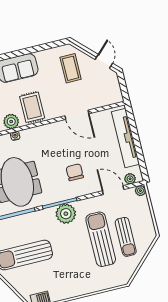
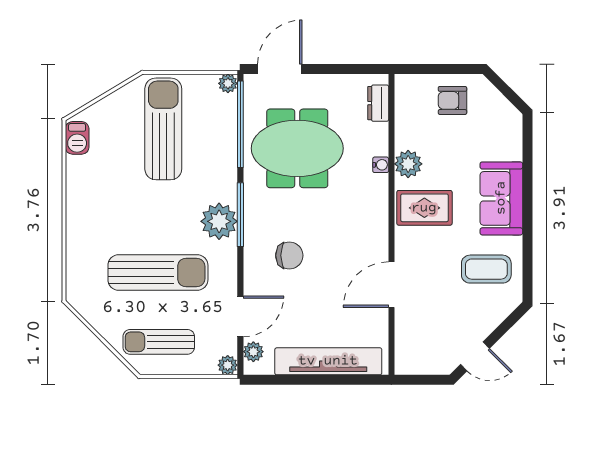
coffee table: (71, 68) -> (486, 269), moved
sun lounger: (126, 237) -> (159, 342), moved

